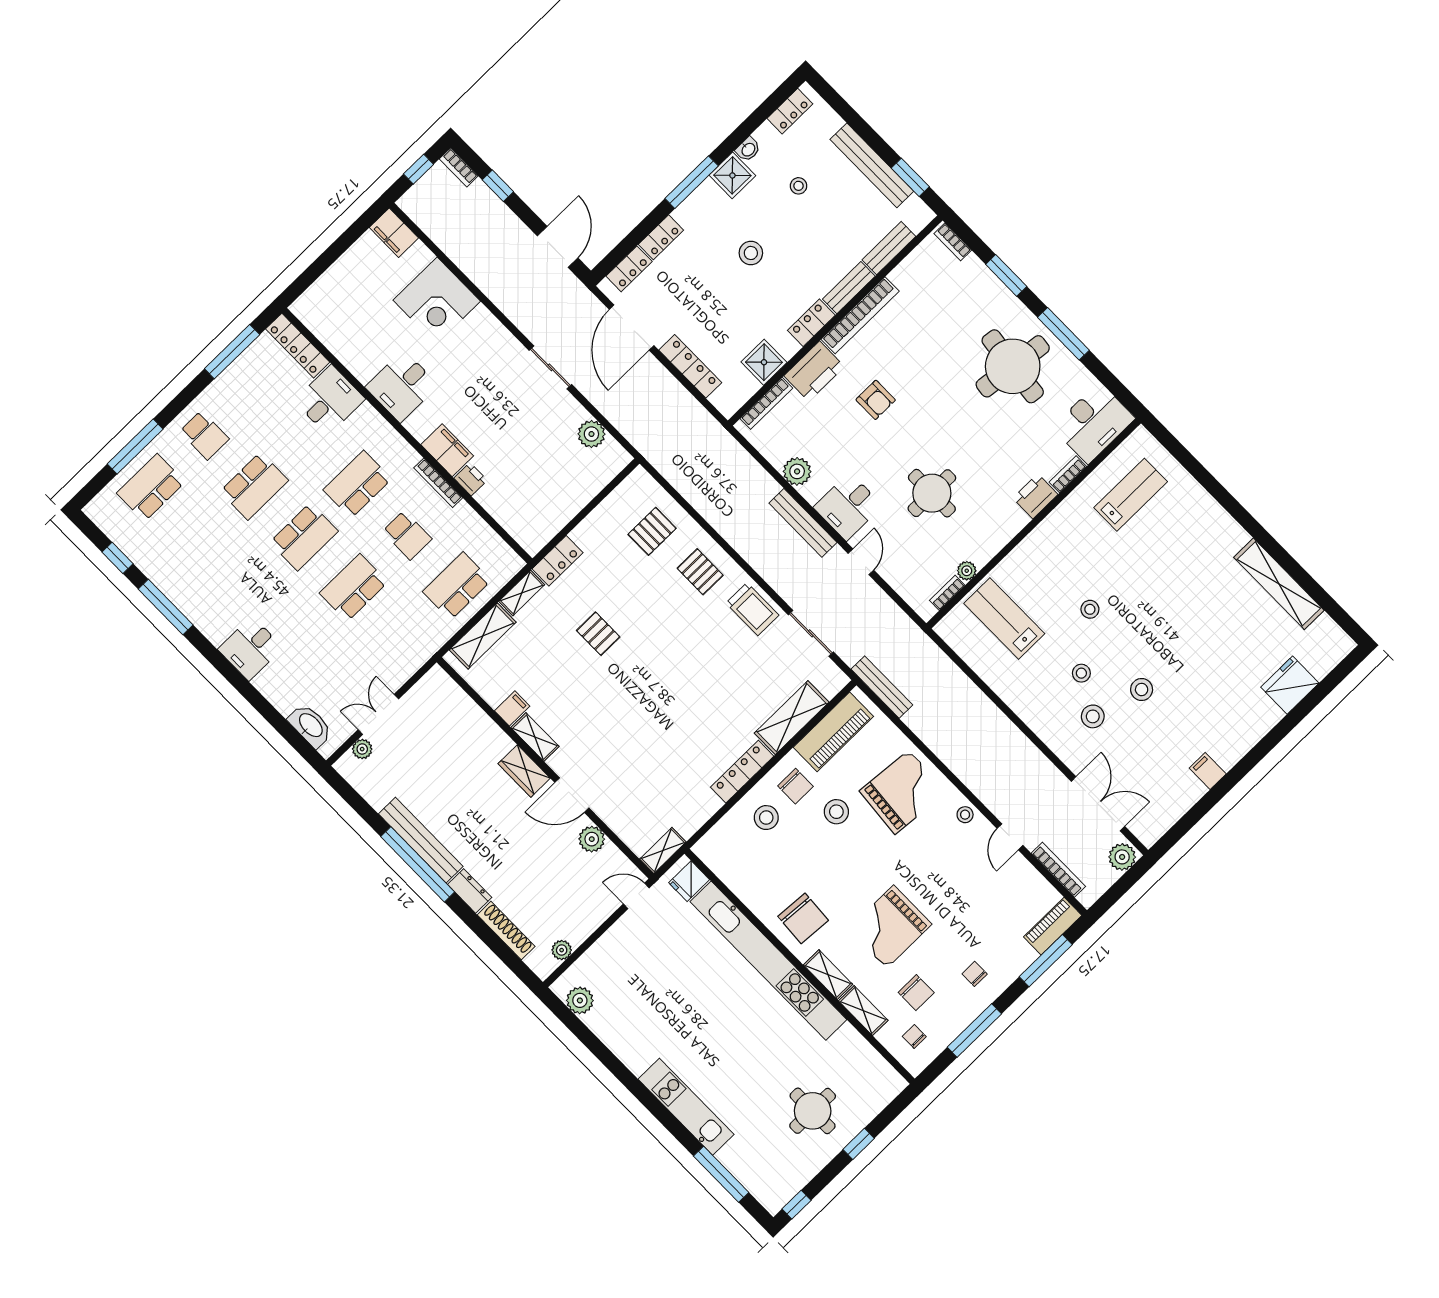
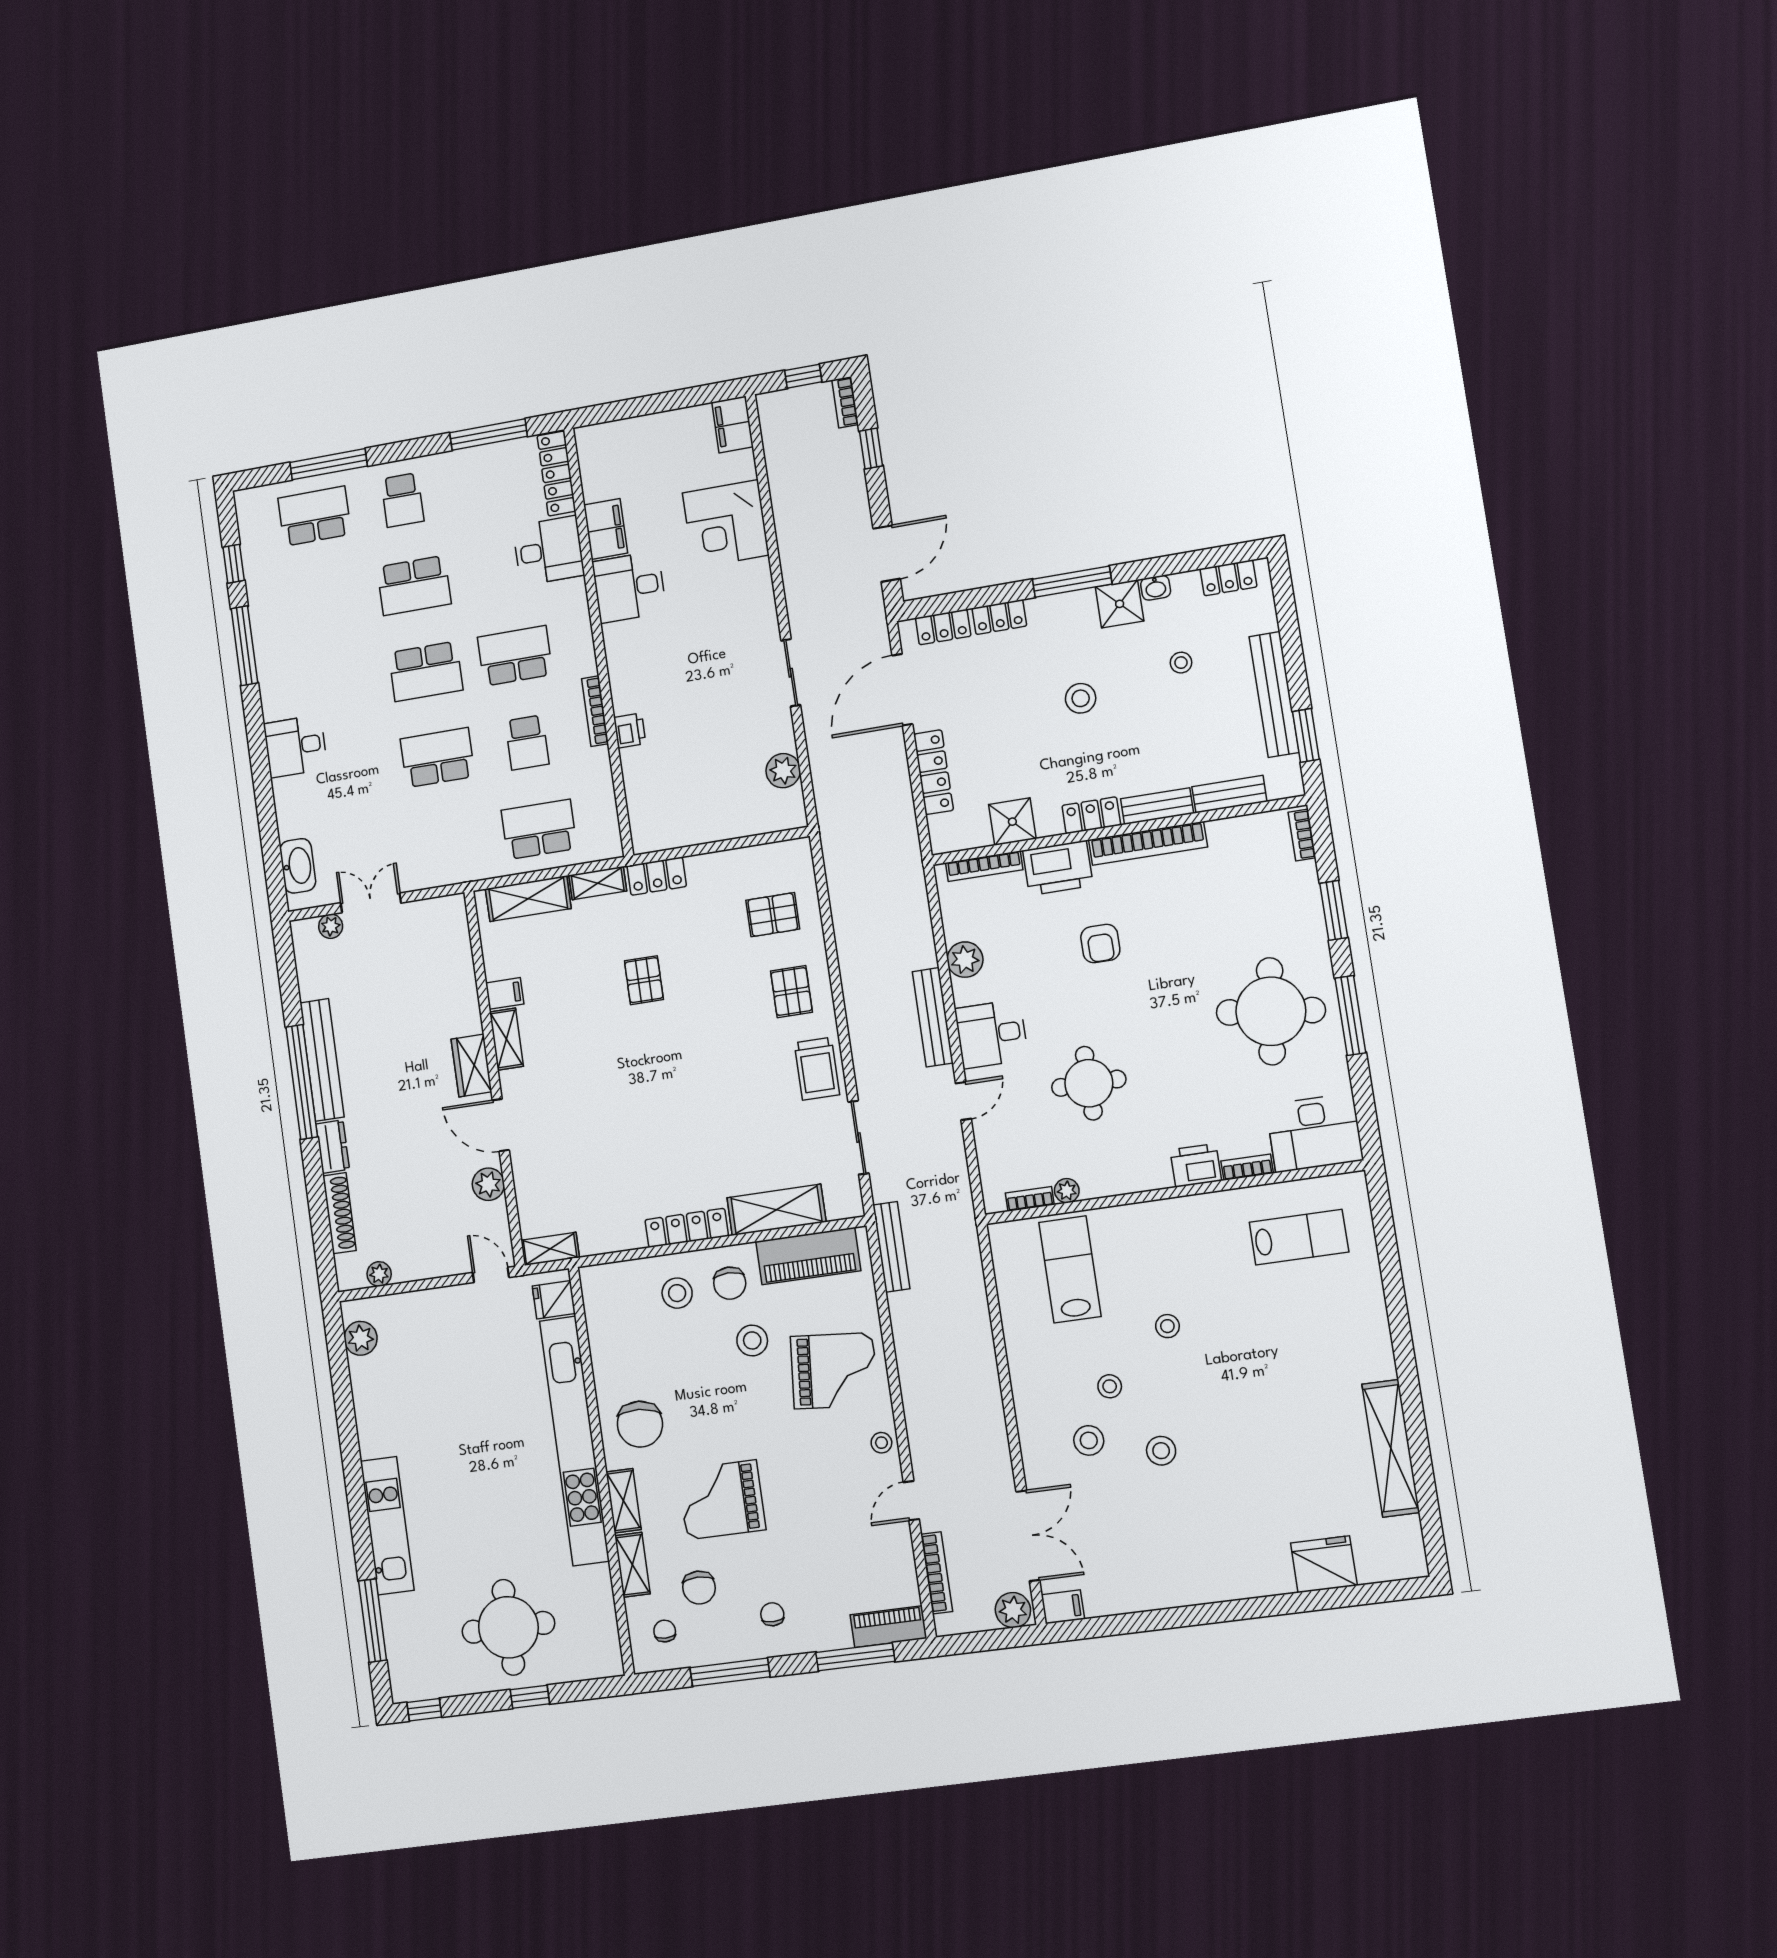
filing cabinet: (447, 450) -> (606, 529), moved
filing cabinet: (1208, 771) -> (1063, 1607), moved, turned 90
round table: (813, 1111) -> (508, 1627), width x1.36, depth x1.36

